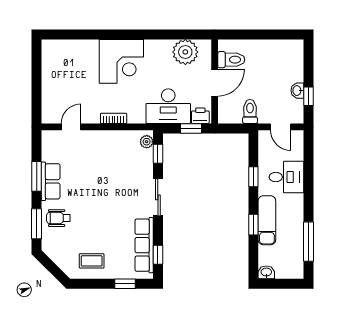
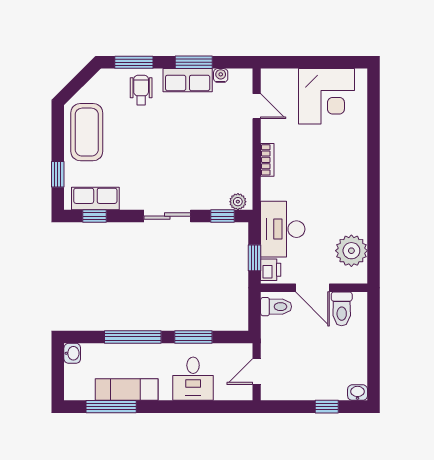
corner desk: (121, 61) -> (326, 96), moved, turned -90
washbasin: (297, 91) -> (358, 393), moved
window: (308, 96) -> (327, 407), moved
toilet: (250, 111) -> (276, 307), moved
water cooler: (47, 155) -> (221, 75), added
window: (253, 177) -> (193, 337), width x1.50
exam couch: (267, 220) -> (127, 390), moved, turned 180
window: (253, 225) -> (133, 337), width x2.17
row of seats: (144, 245) -> (95, 199), width x0.68
coffee table: (92, 261) -> (87, 132), width x1.86, depth x1.72

